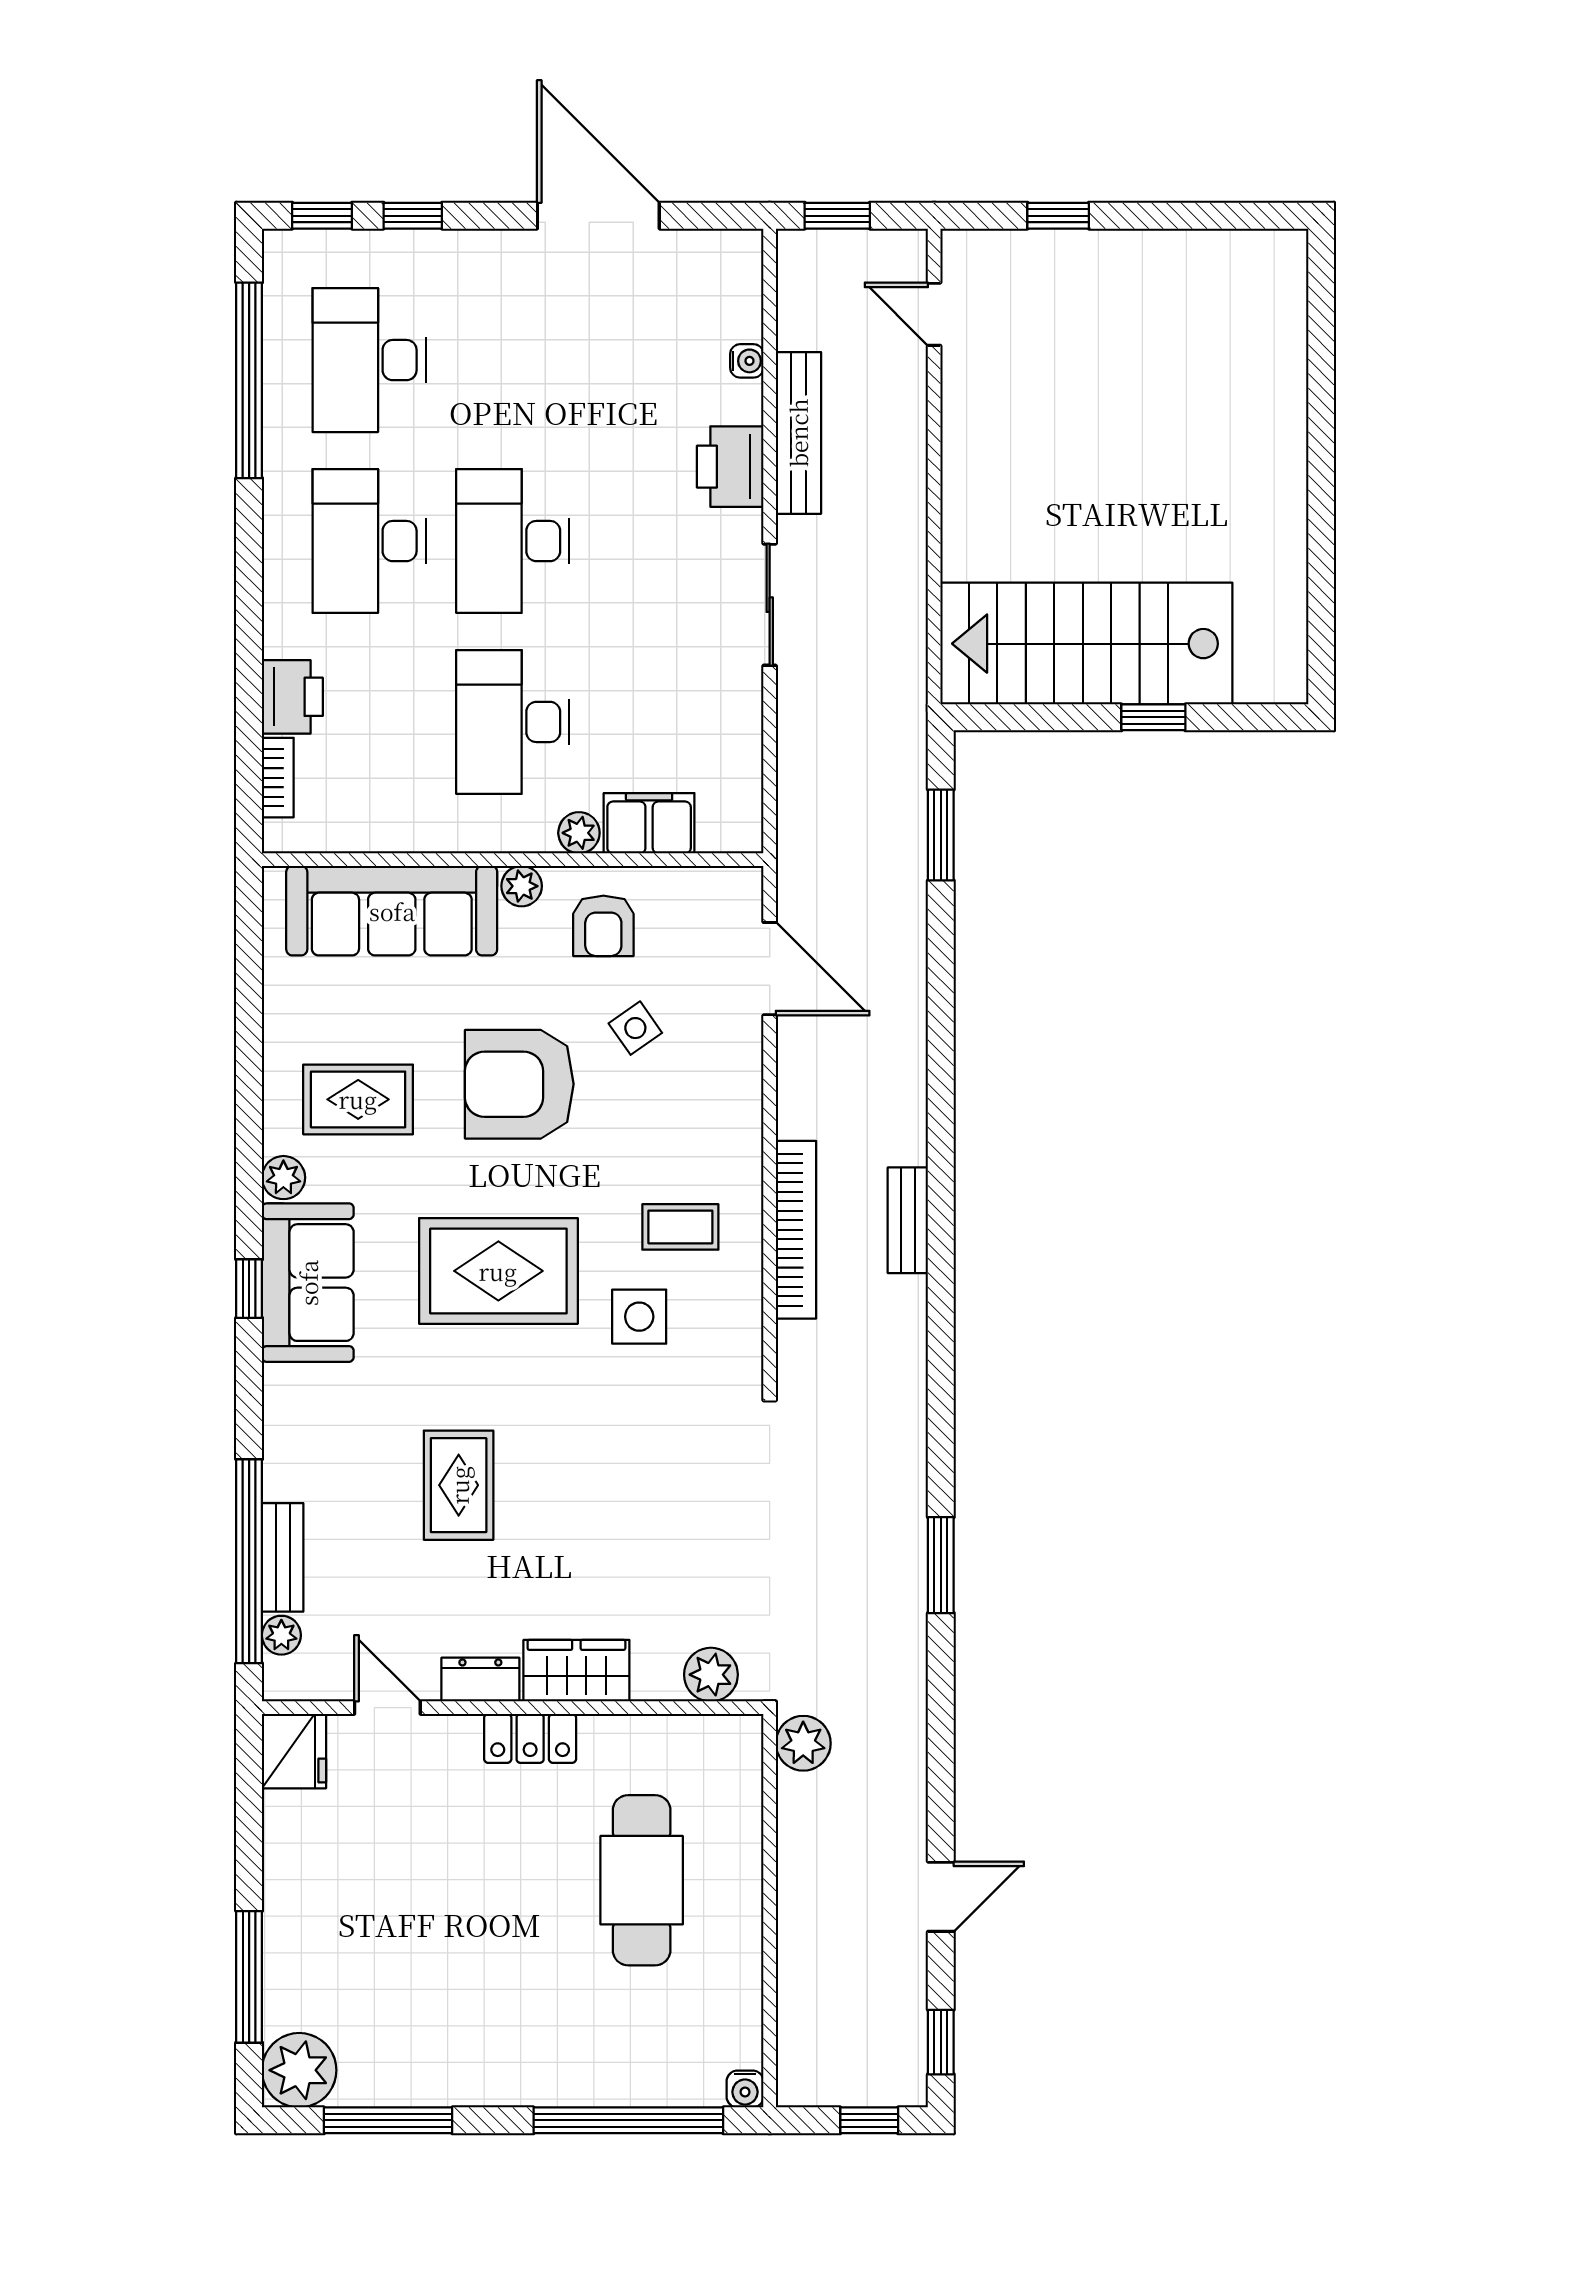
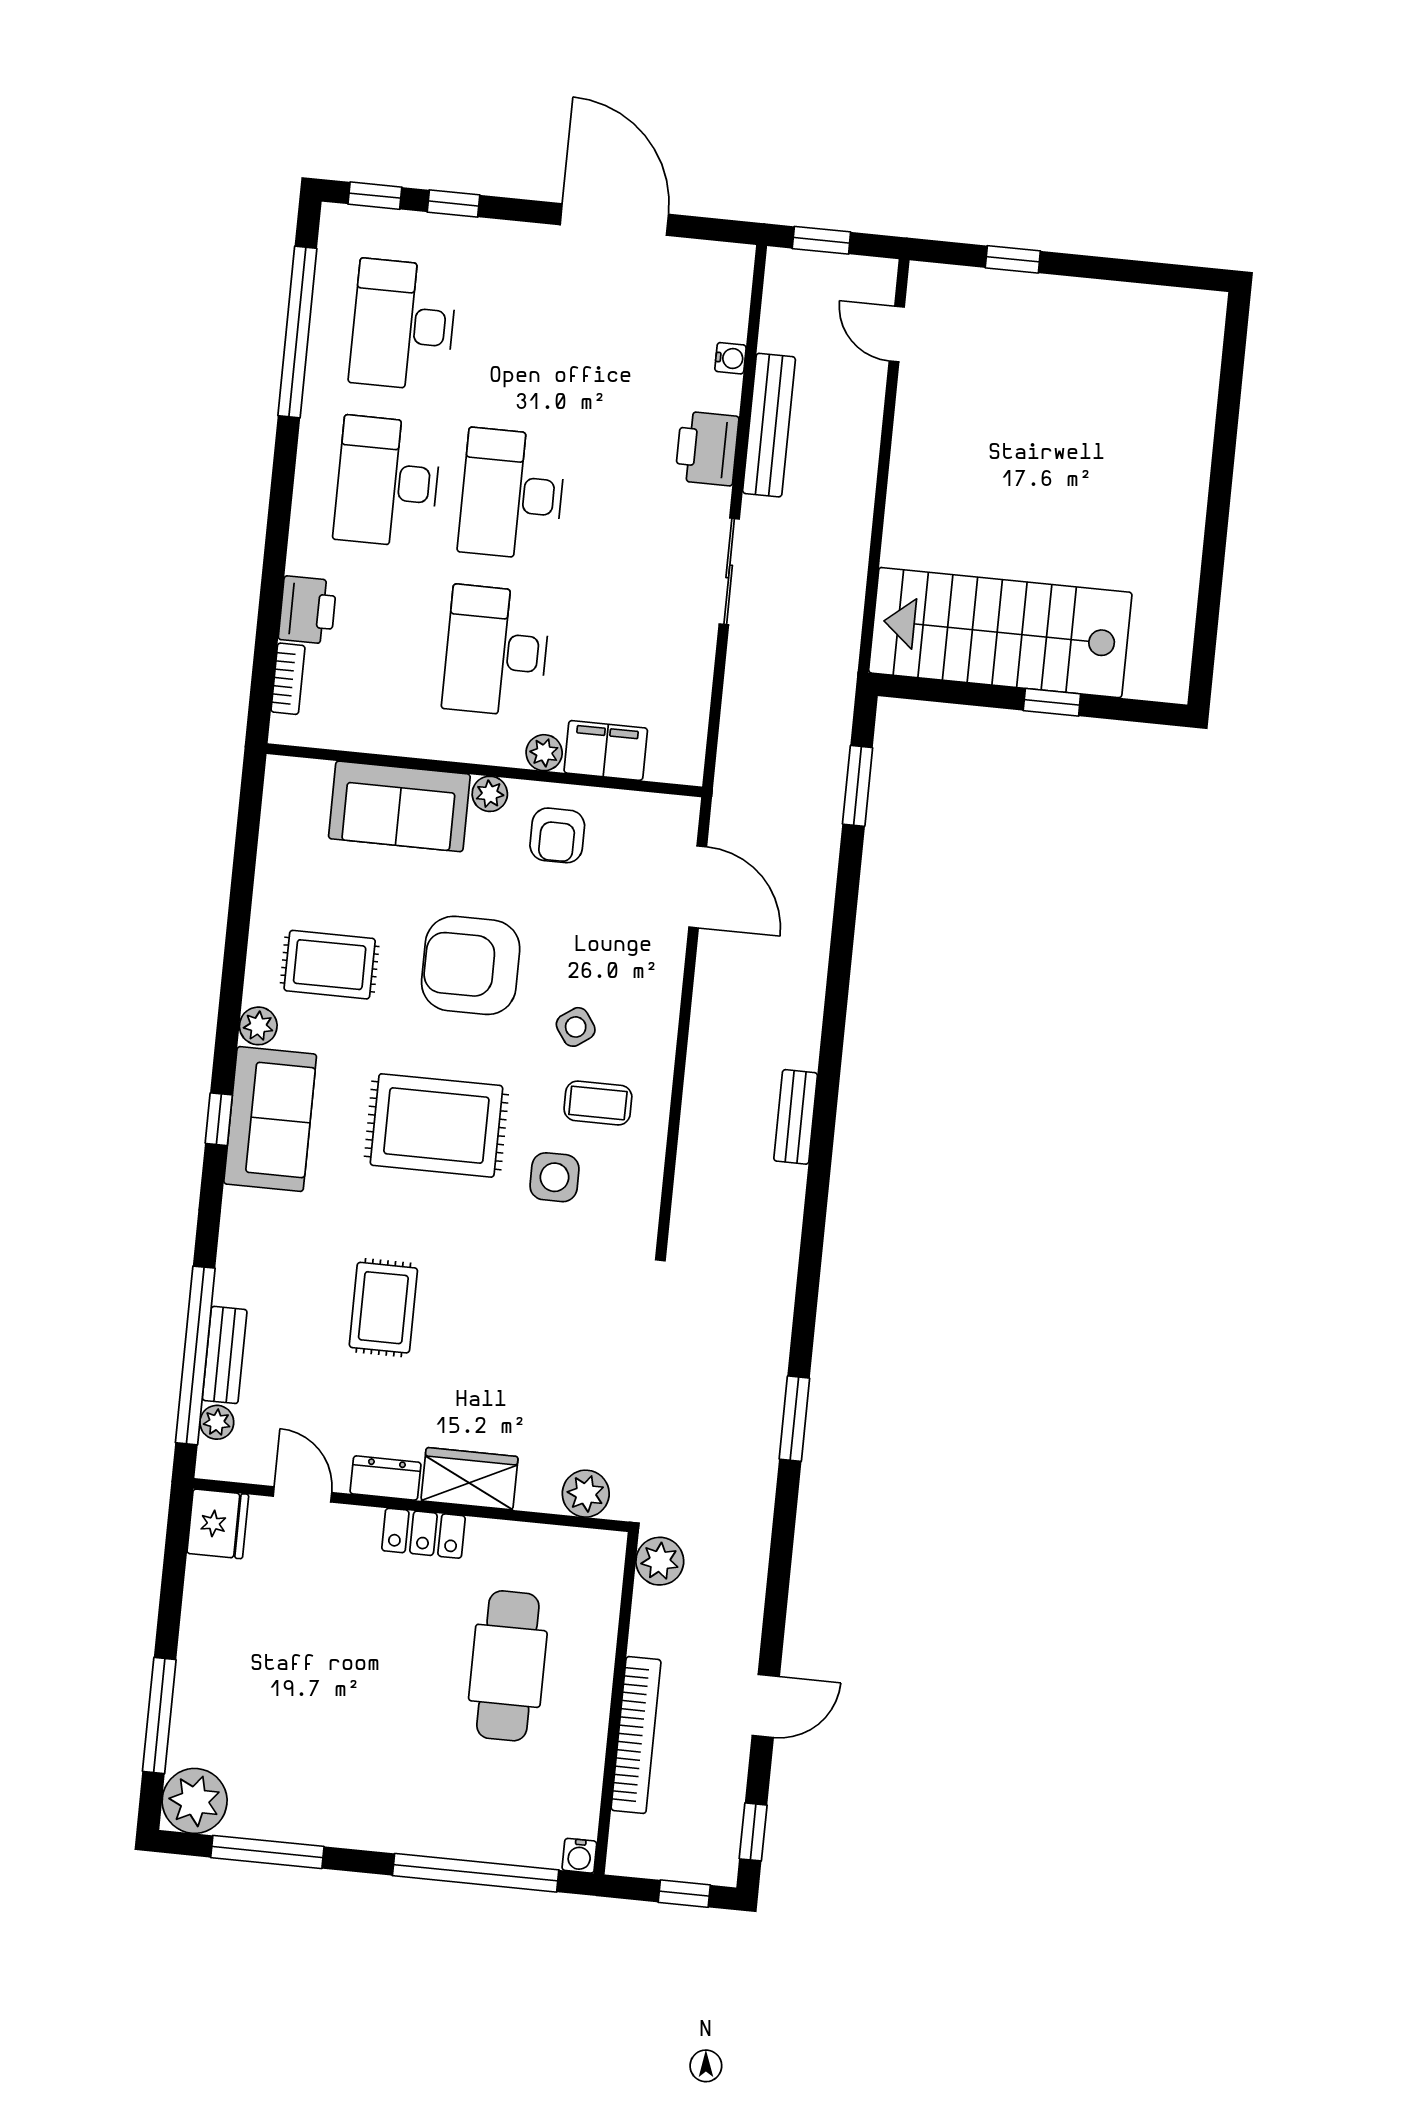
sofa: (392, 911) -> (399, 806), width x0.73
side table: (635, 1028) -> (576, 1027), moved
bookcase: (796, 1230) -> (636, 1735), moved

